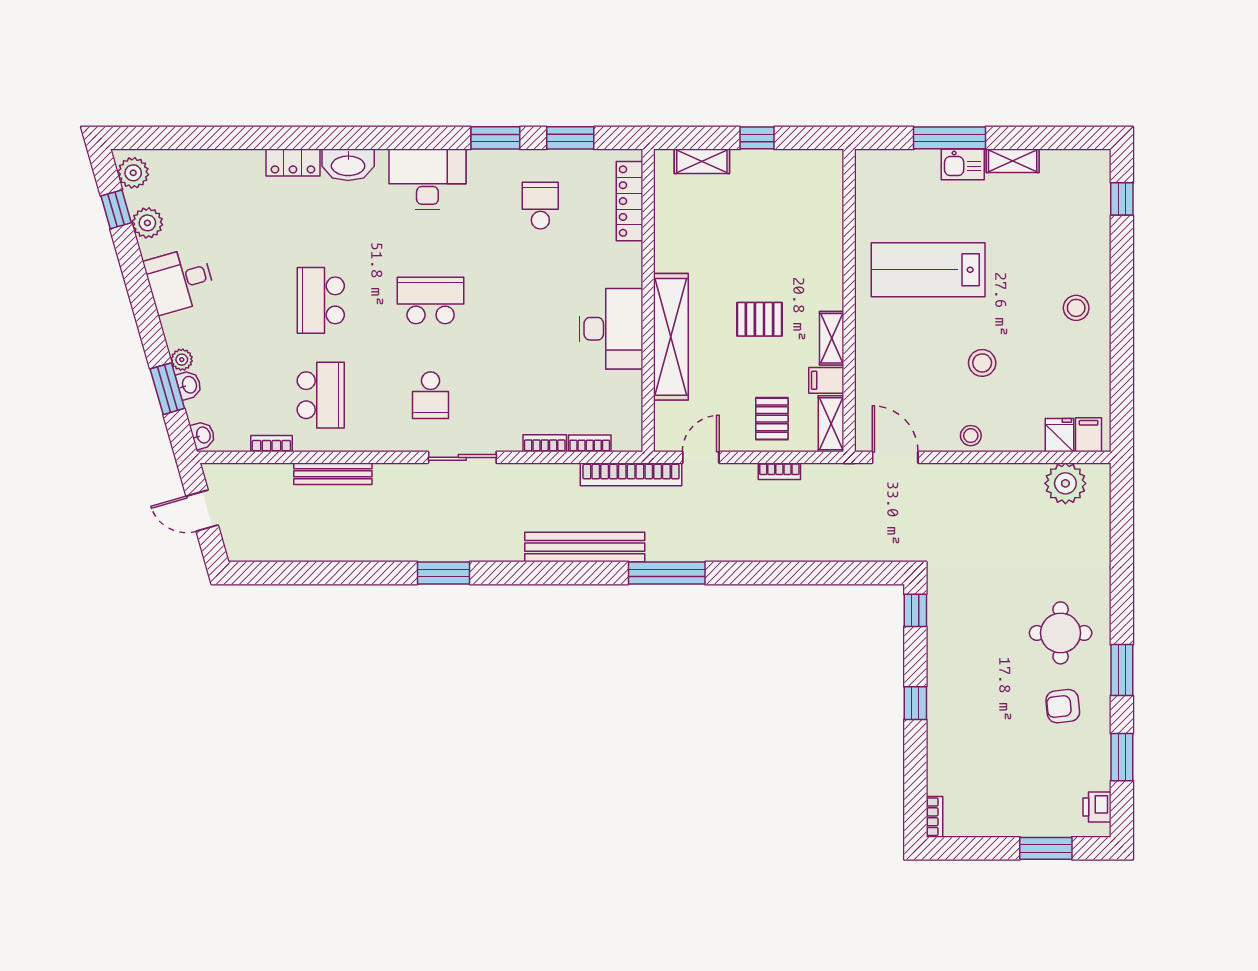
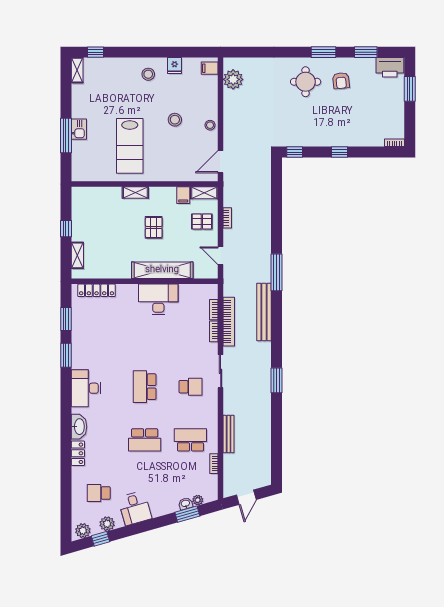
shelving: (1013, 161) -> (77, 70), moved
school desk: (540, 206) -> (99, 493), moved
shelving: (832, 338) -> (135, 193), moved
plant: (182, 360) -> (198, 500), moved
washbasin: (203, 435) -> (210, 497), removed
fridge: (1060, 435) -> (175, 66), moved, turned -90
bookcase: (631, 474) -> (229, 322), moved
printer: (1097, 807) -> (390, 67), width x1.87, depth x1.48

